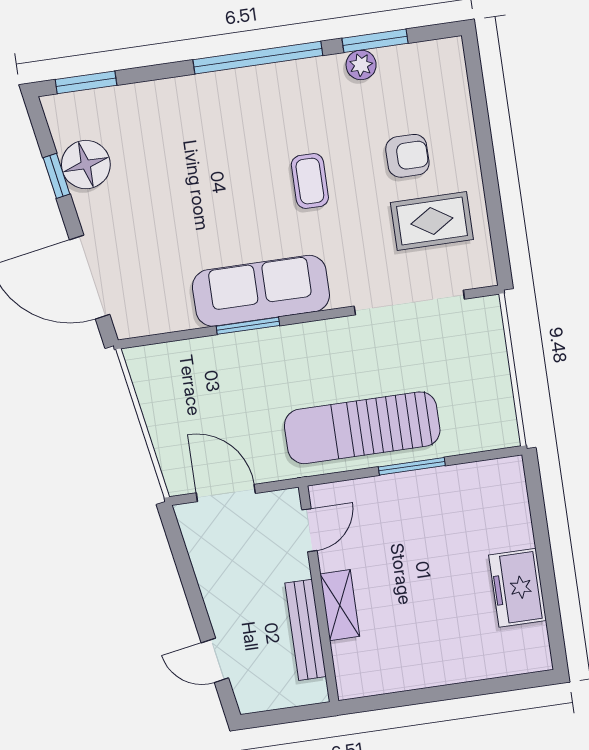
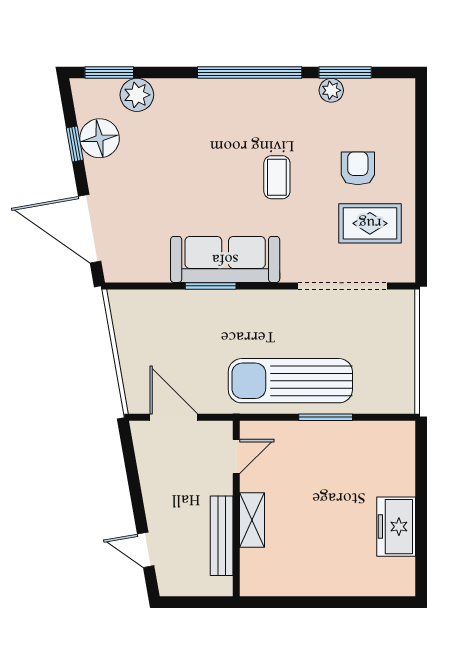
plant: (124, 105) -> (137, 95), added
armchair: (407, 156) -> (358, 168), turned -90

